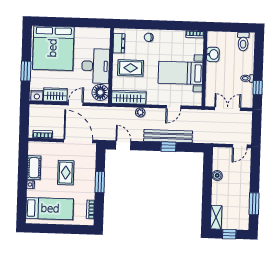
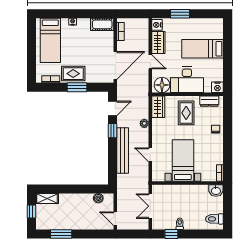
nightstand: (105, 34) -> (217, 87), added
bed: (53, 48) -> (203, 49), width x0.49
washbasin: (213, 54) -> (216, 191), moved
wardrobe: (129, 97) -> (158, 107), width x0.67
double door: (228, 109) -> (150, 206), swing flipped
window: (168, 147) -> (113, 131), moved
cot: (34, 168) -> (102, 24), moved
rug: (66, 173) -> (73, 74), moved
boiler: (217, 175) -> (98, 198), moved

